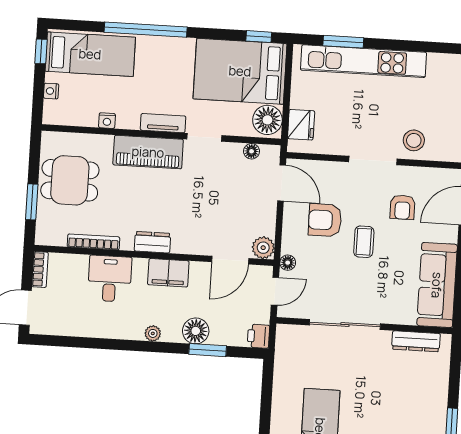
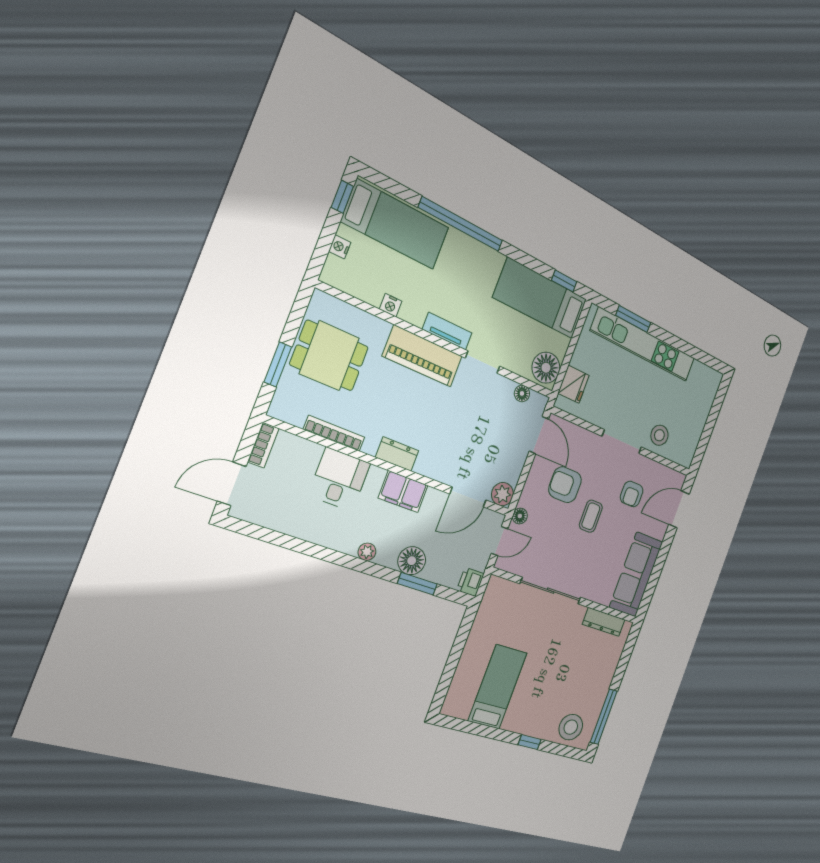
bed: (240, 71) -> (540, 298), width x0.67

